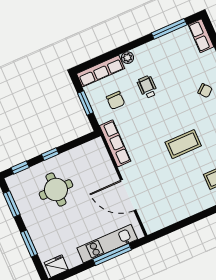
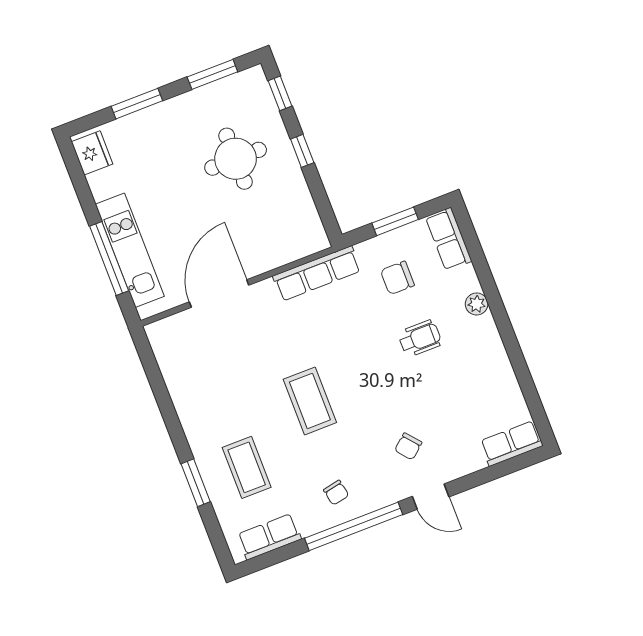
window: (169, 29) -> (527, 384), removed
row of seats: (101, 71) -> (449, 239), width x0.68

